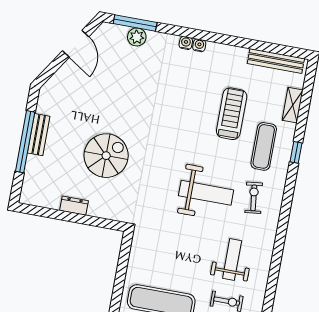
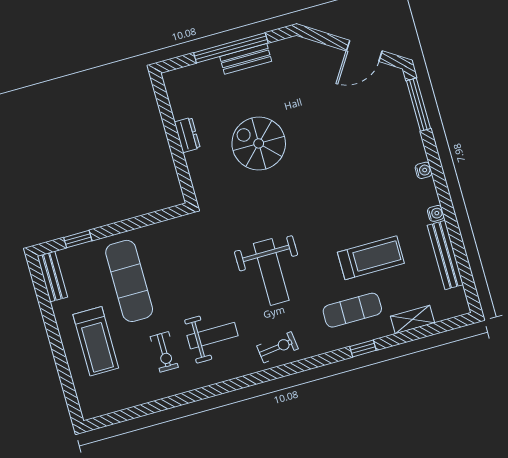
plant: (137, 37) -> (404, 114), removed
water cooler: (199, 45) -> (436, 213), moved
bench: (276, 61) -> (445, 255), moved
spiral stairs: (106, 156) -> (259, 143), turned 180
exercise bike: (254, 198) -> (277, 347), moved

